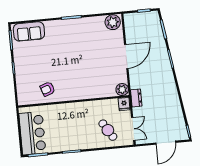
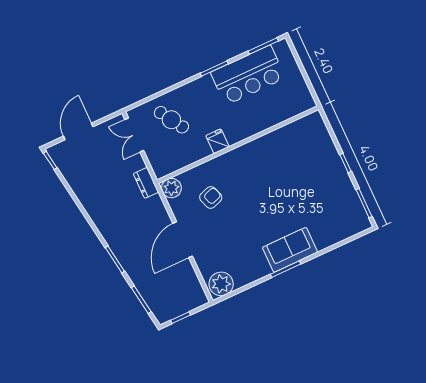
sofa: (29, 31) -> (290, 250), moved
armchair: (47, 89) -> (211, 197), moved
fridge: (124, 104) -> (217, 141), moved
bar counter: (32, 133) -> (248, 75), moved, turned -90

